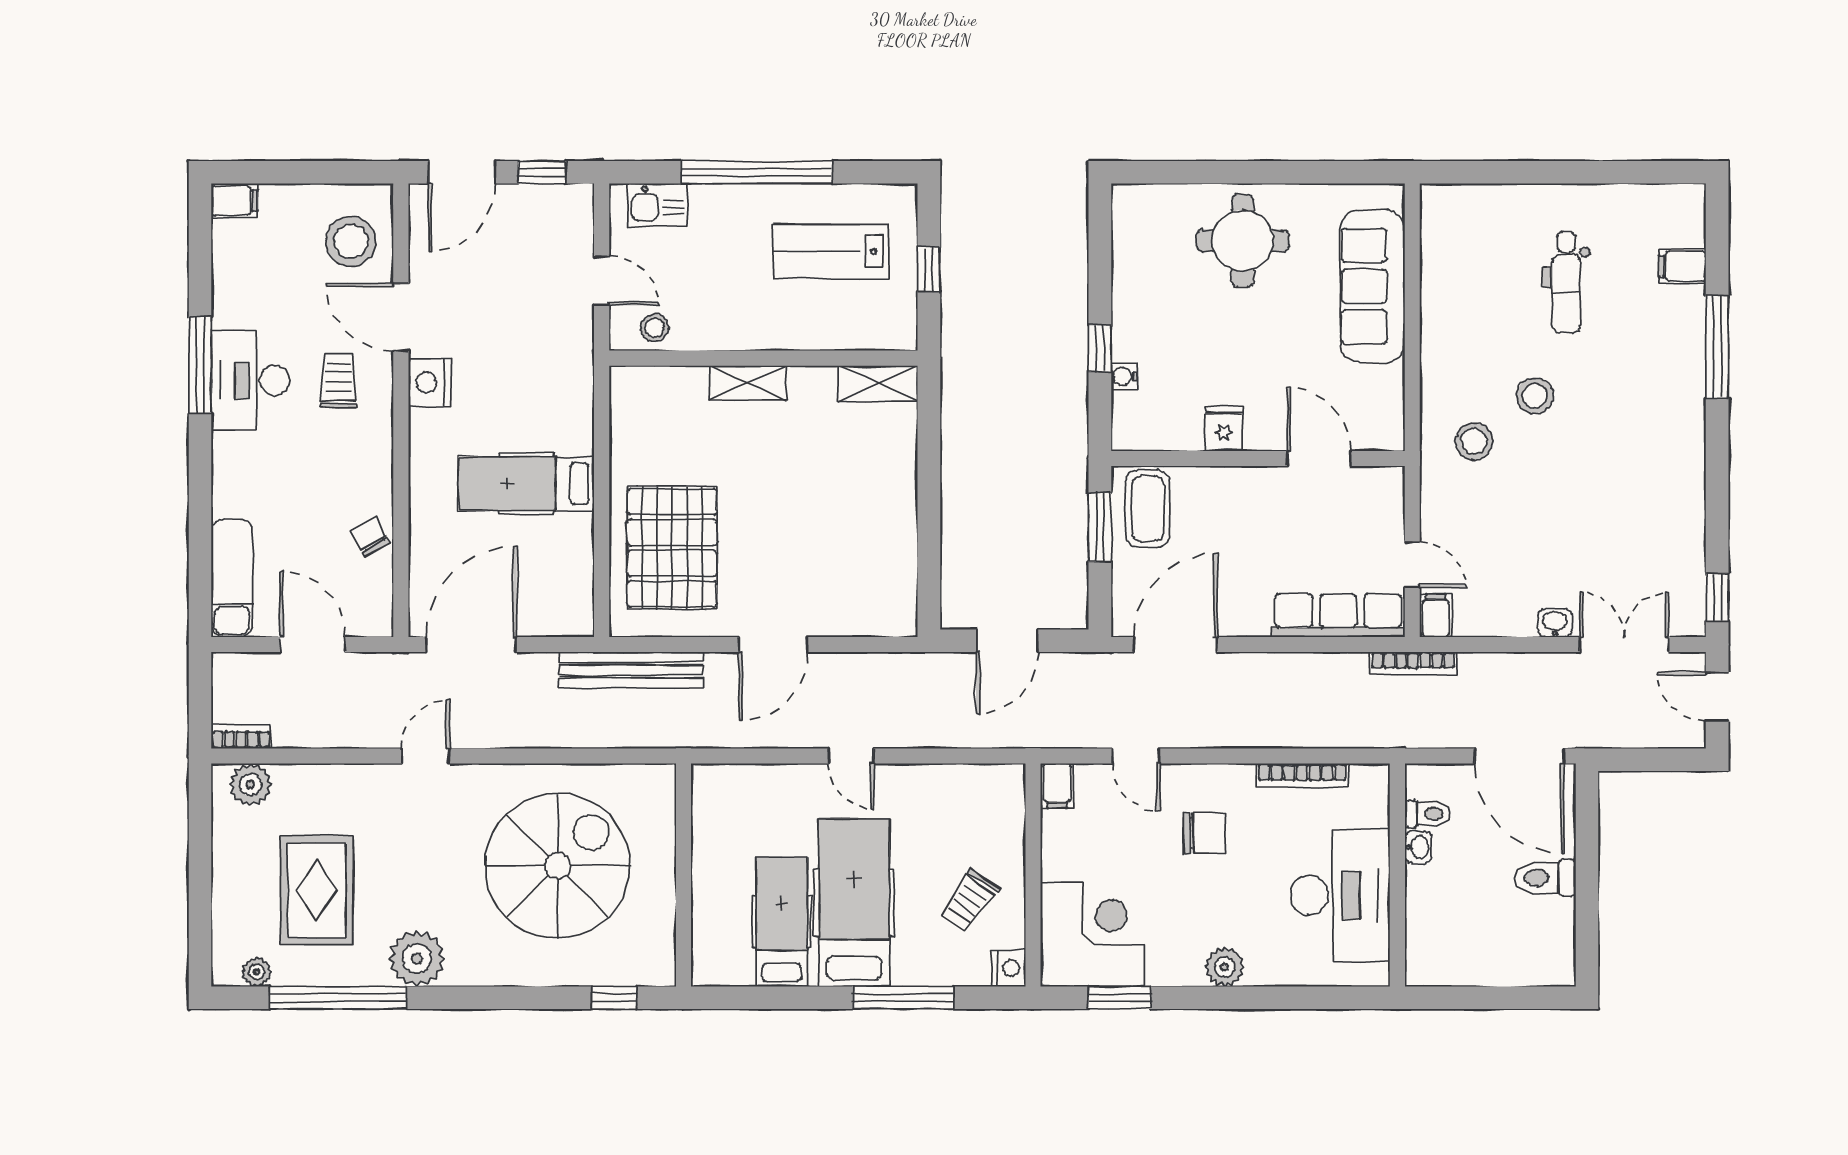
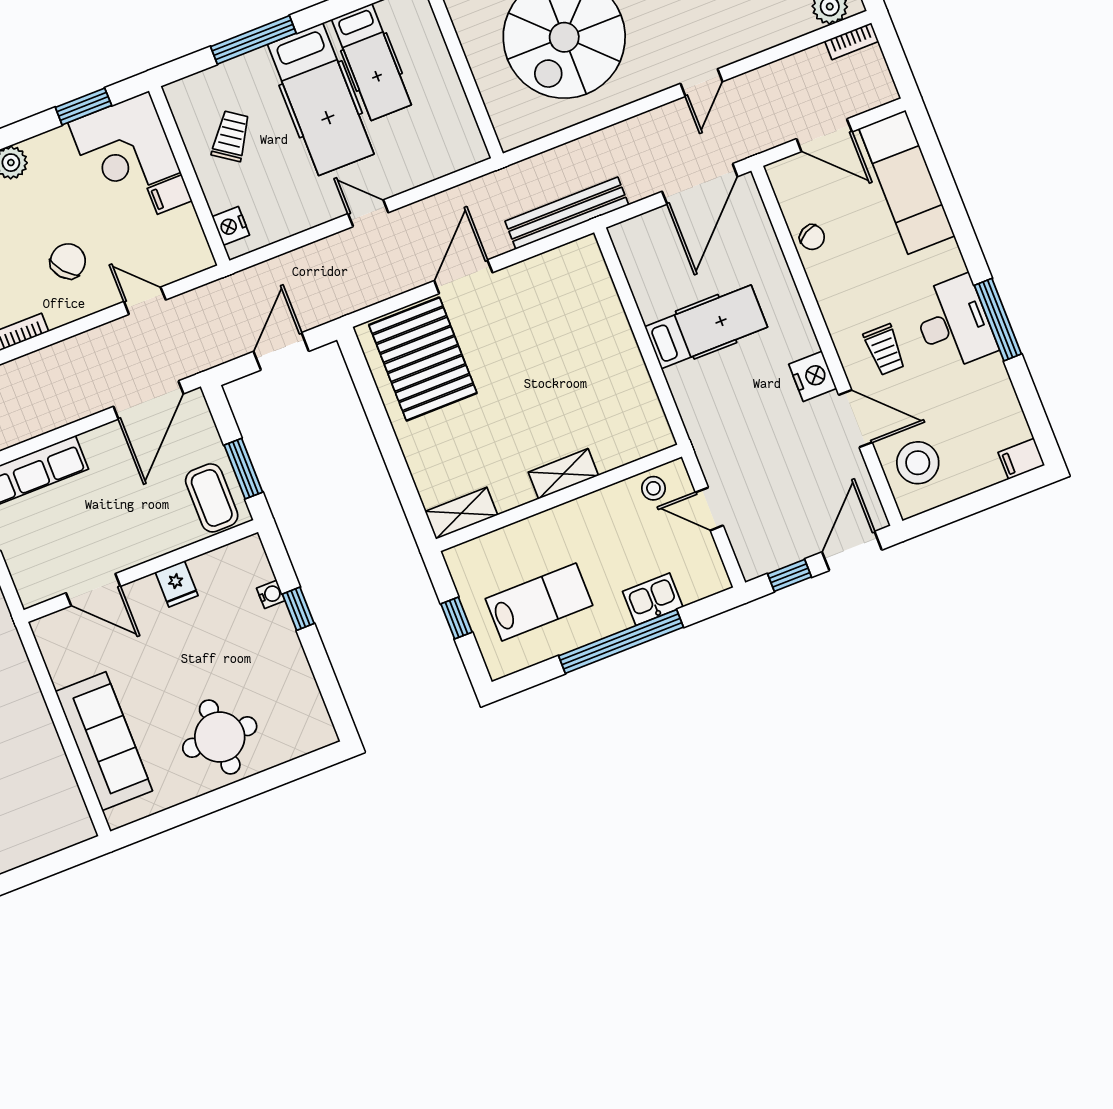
kitchen sink: (657, 205) -> (653, 599), moved
pallet: (672, 548) -> (423, 359), moved
exam couch: (232, 578) -> (907, 182), width x1.36, depth x1.45
filing cabinet: (1057, 786) -> (170, 195), moved, turned -90
chair: (1204, 833) -> (68, 261), turned 140
nightstand: (1009, 968) -> (231, 226), moved

